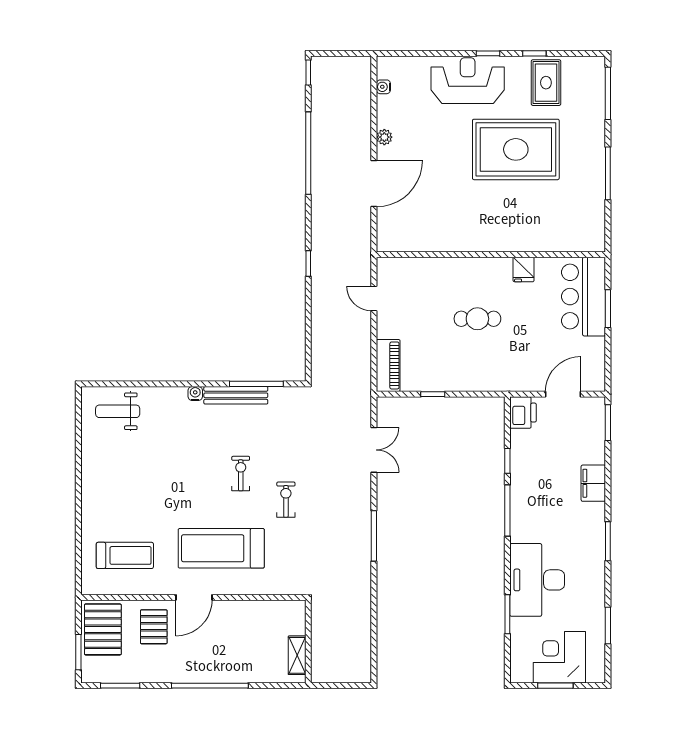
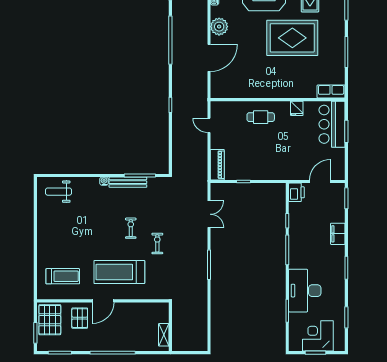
plant: (384, 137) -> (219, 27), width x1.88, depth x1.88
row of seats: (582, 241) -> (331, 92), added
cafe table: (477, 319) -> (261, 117), moved

